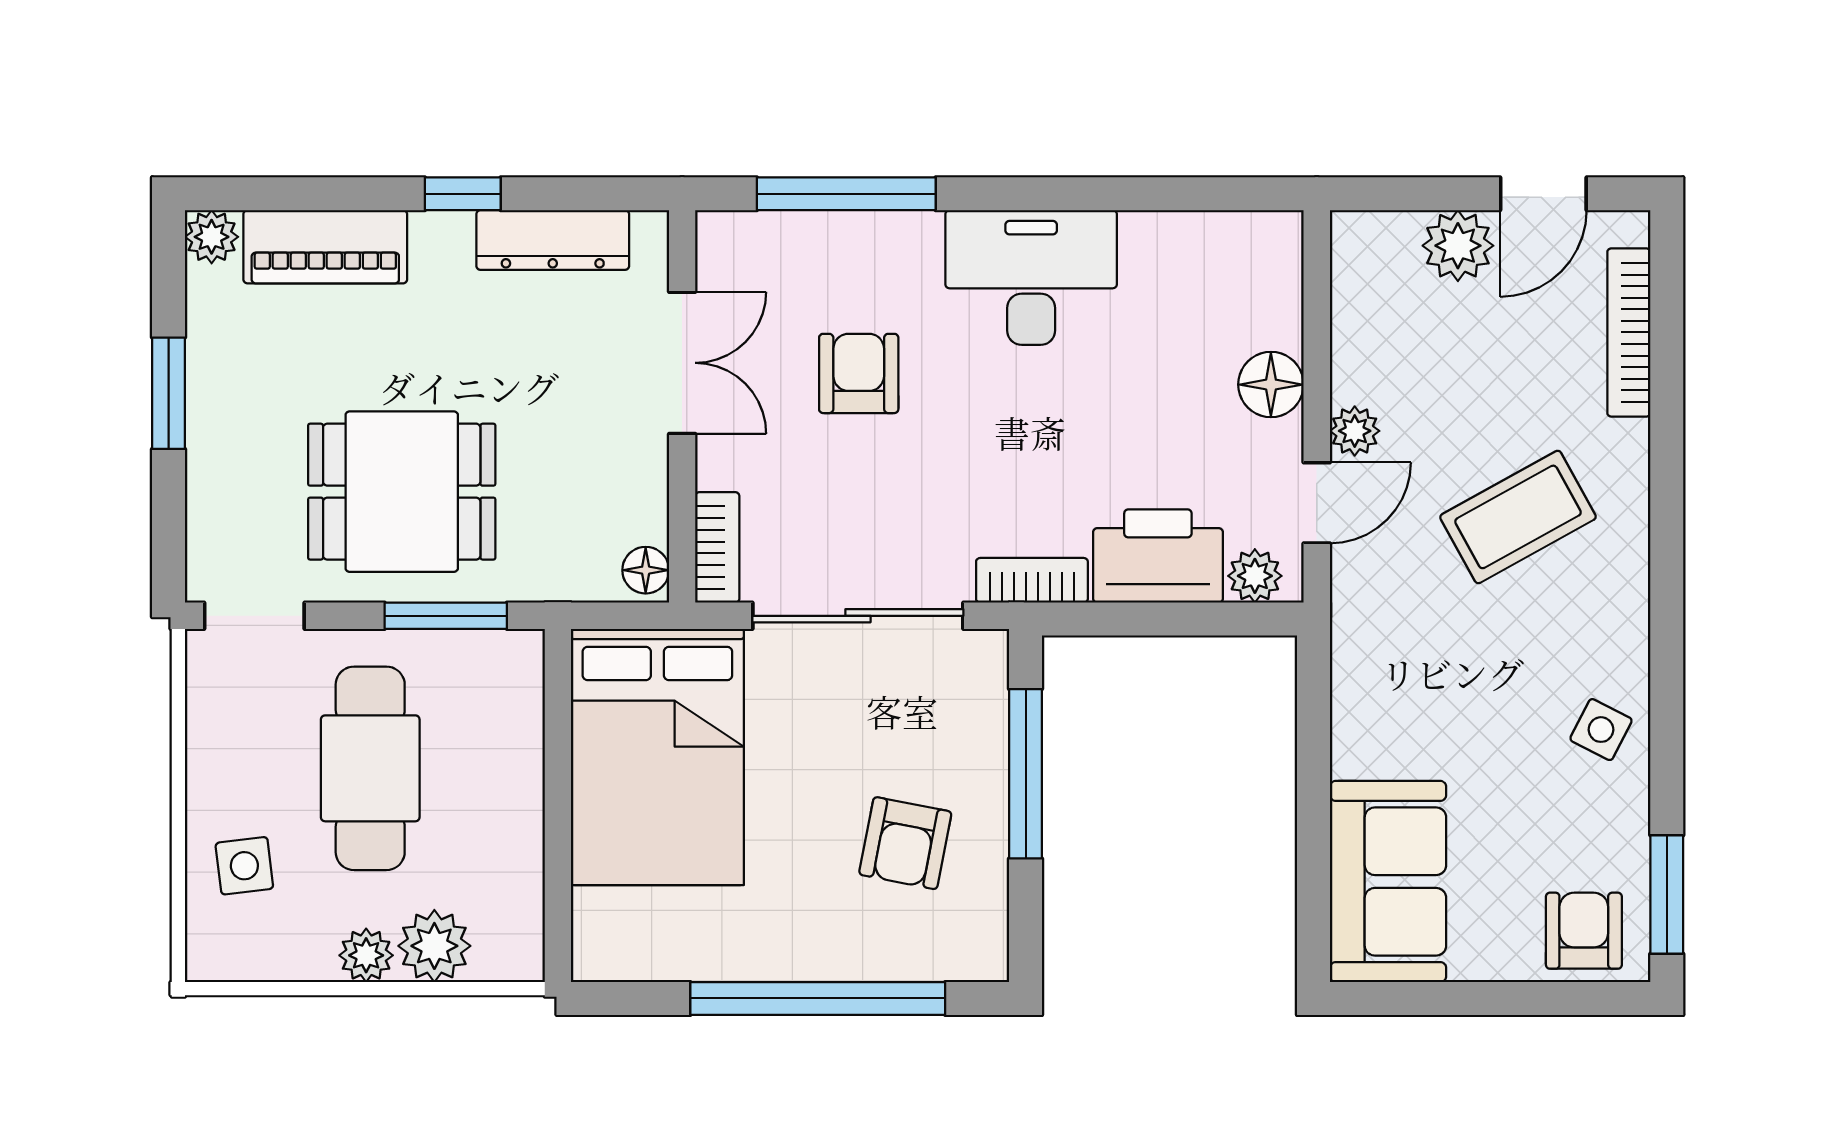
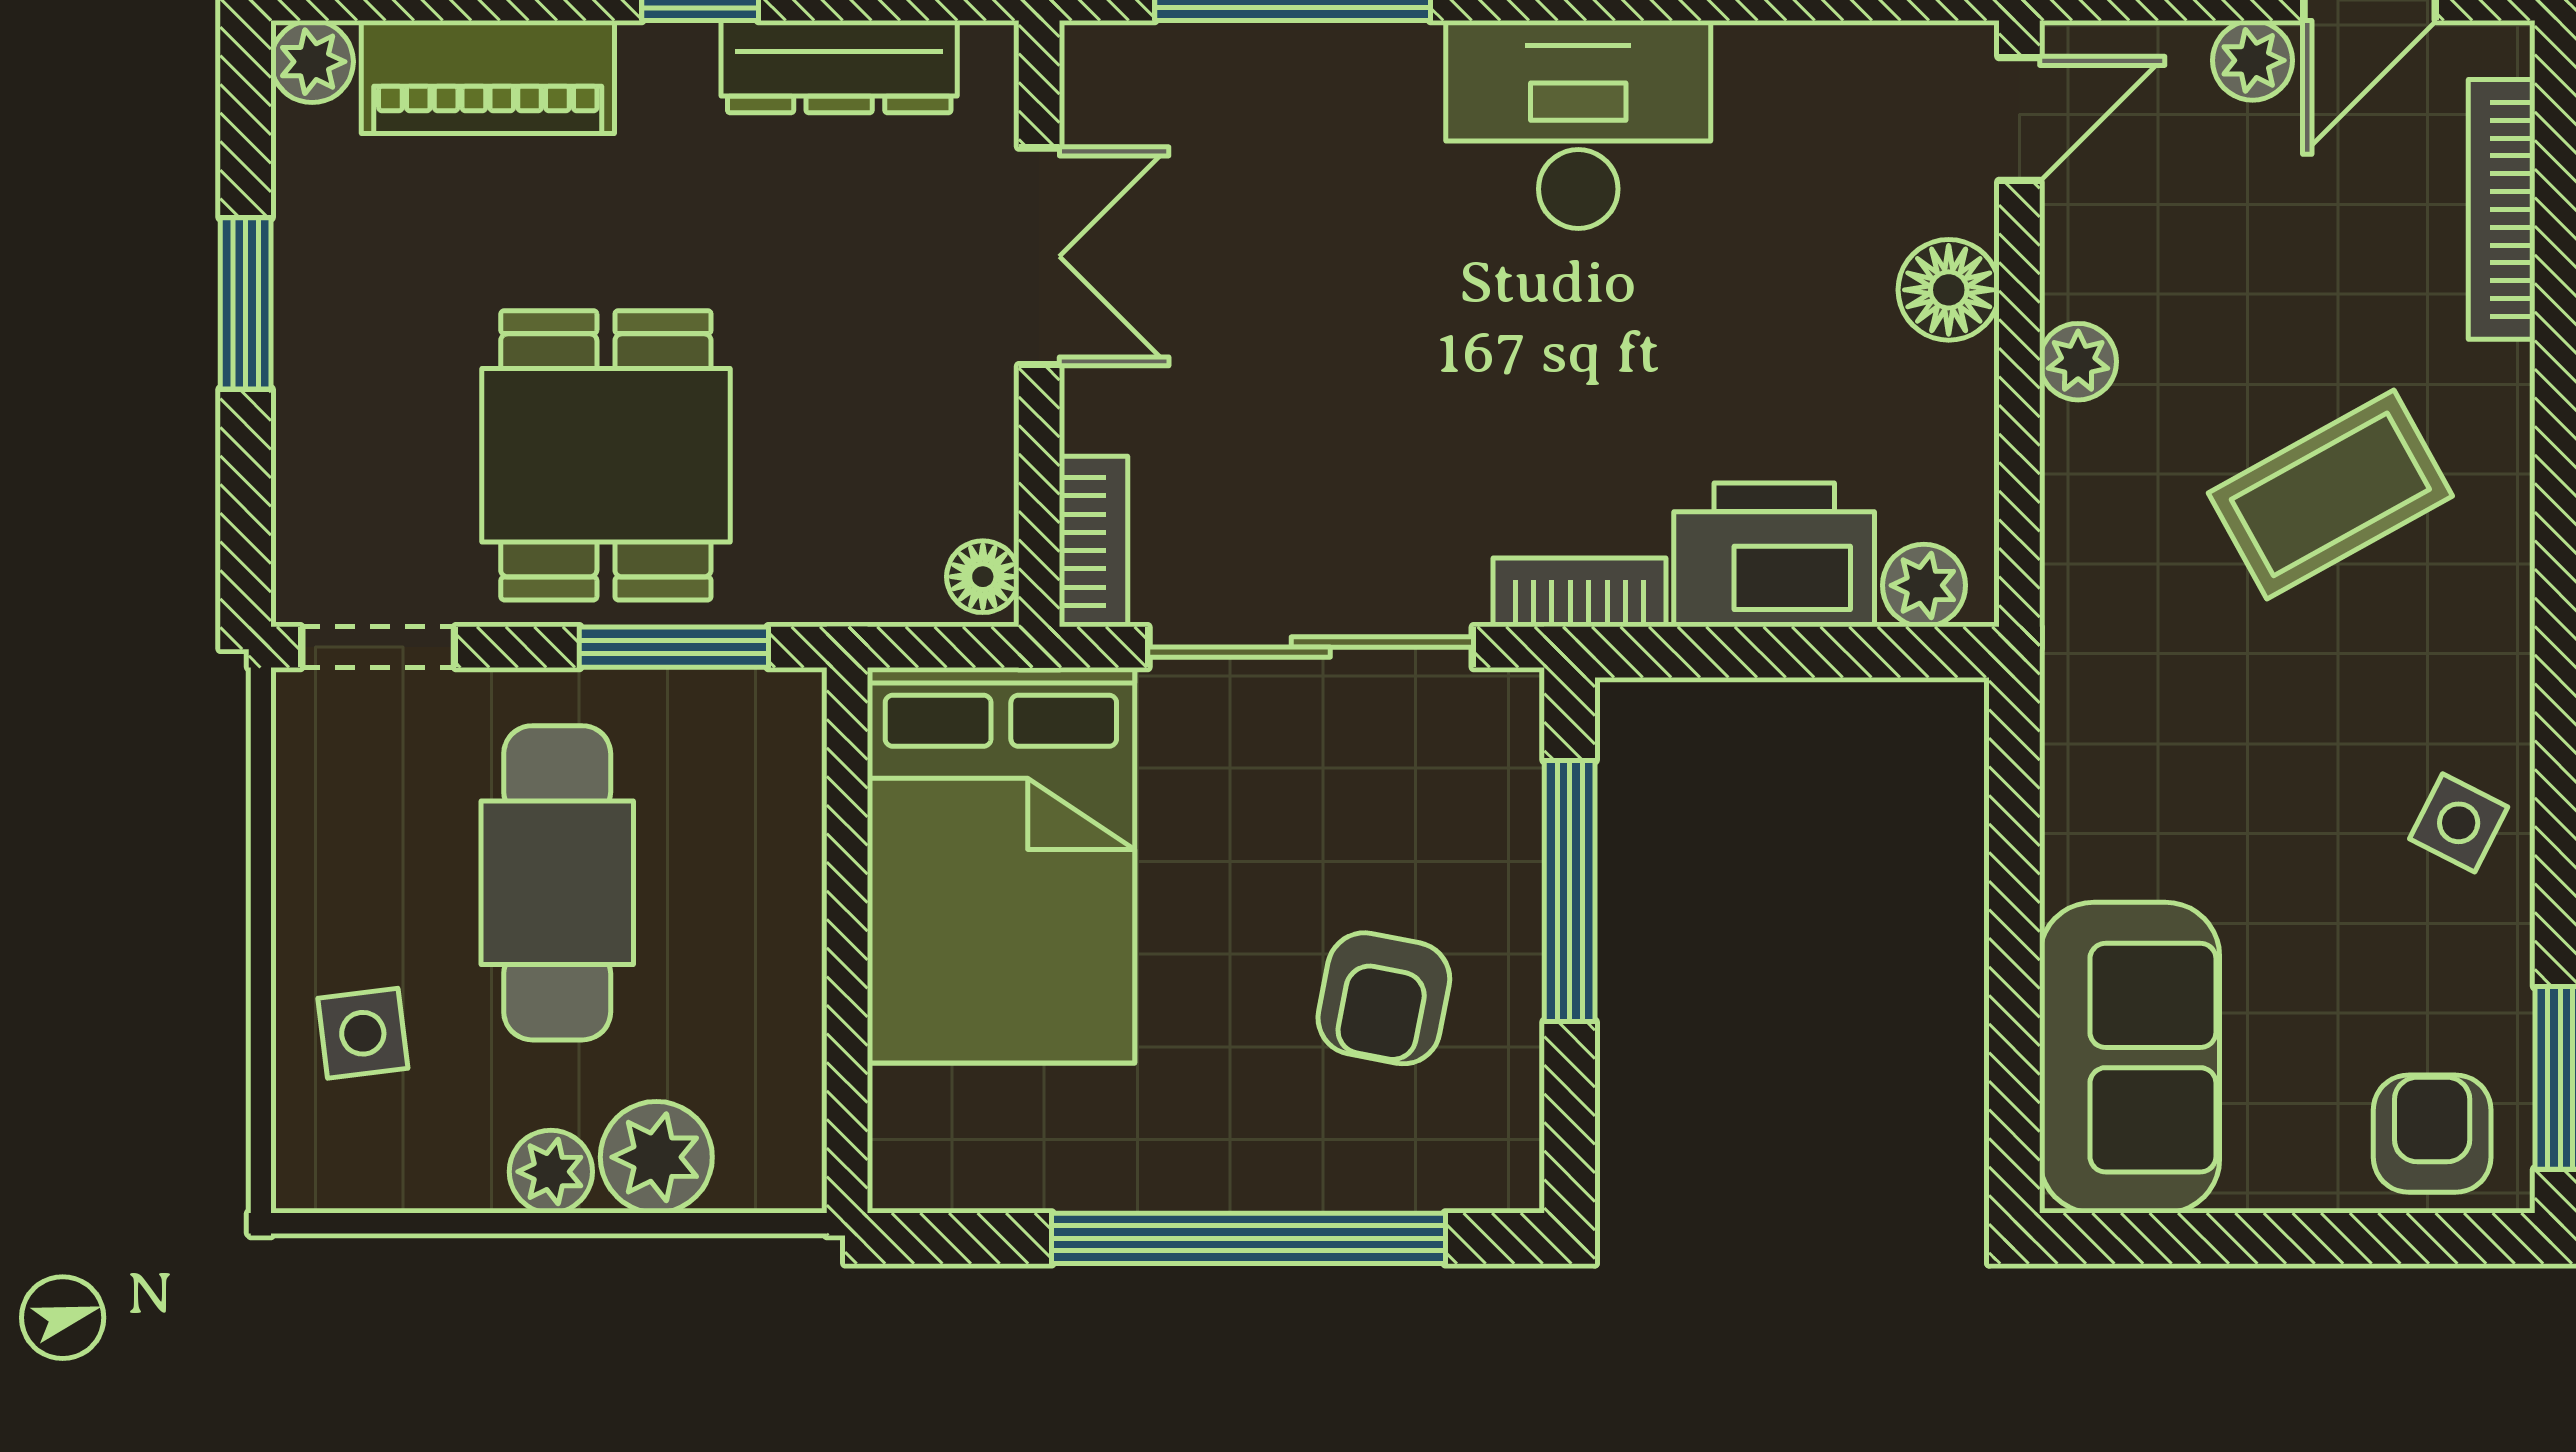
plant: (1458, 246) -> (2253, 60), width x0.73, depth x0.73
armchair: (859, 373) -> (1312, 273), removed
dining table: (402, 492) -> (606, 455), turned 90
door: (1317, 503) -> (2019, 119), moved

